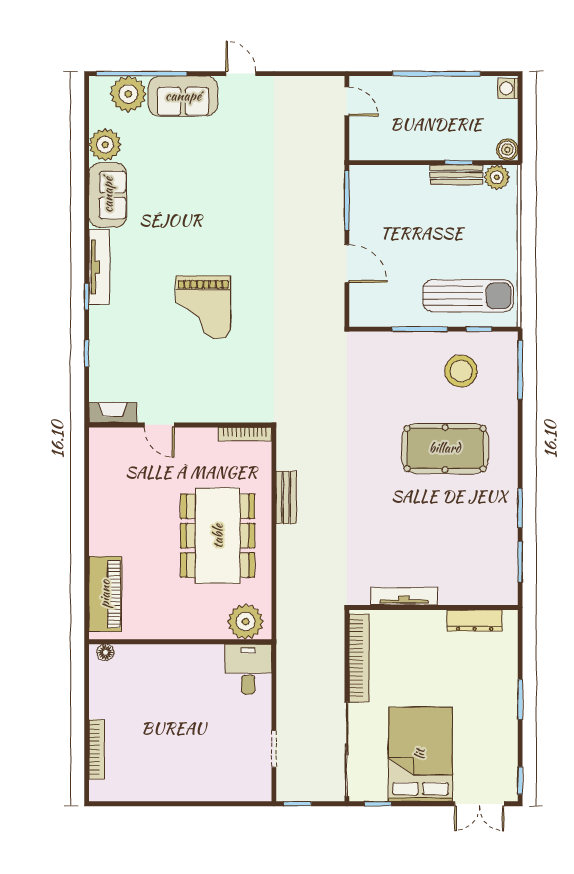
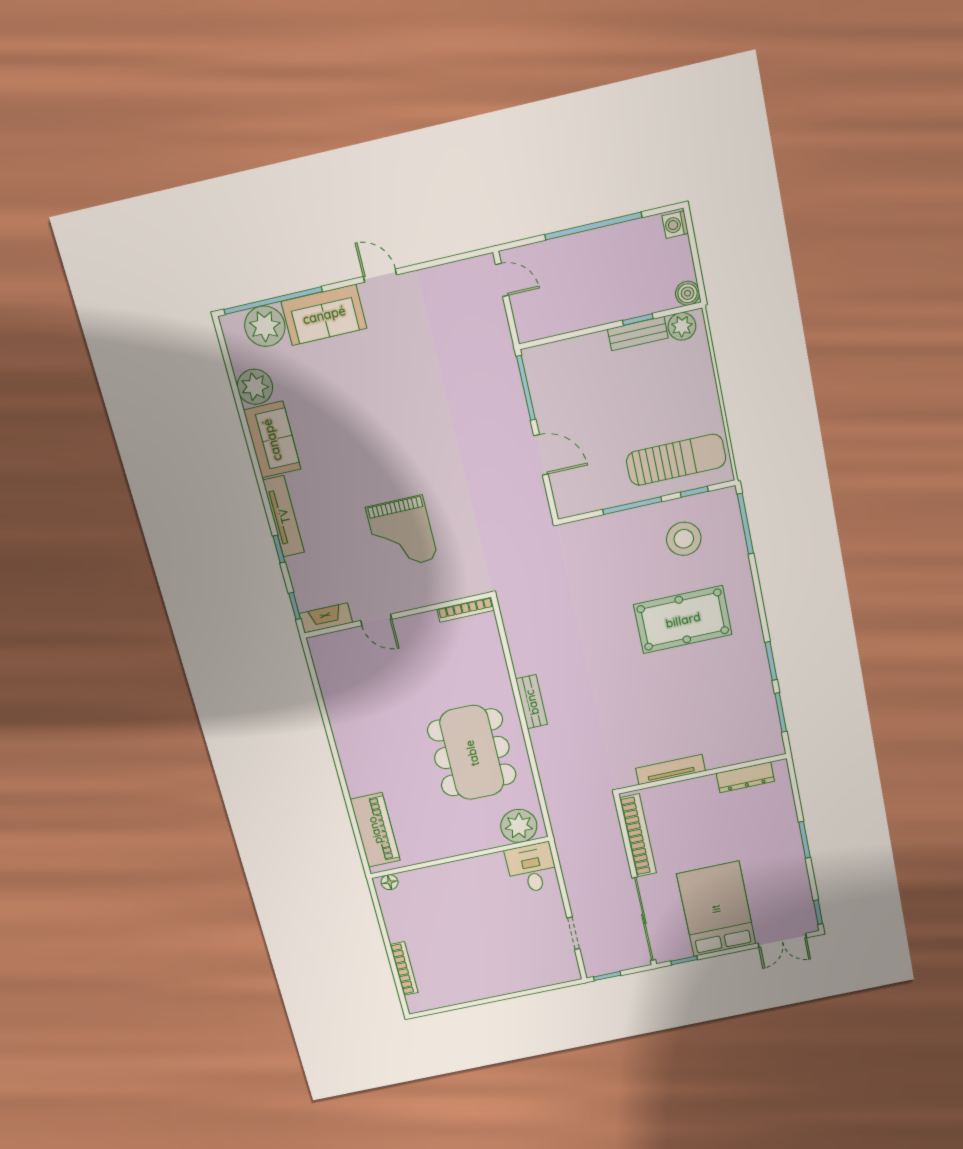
fireplace: (113, 413) -> (326, 618), moved
door: (159, 425) -> (376, 620), moved
wall: (180, 425) -> (398, 615), moved
bookcase: (245, 434) -> (466, 610), moved

